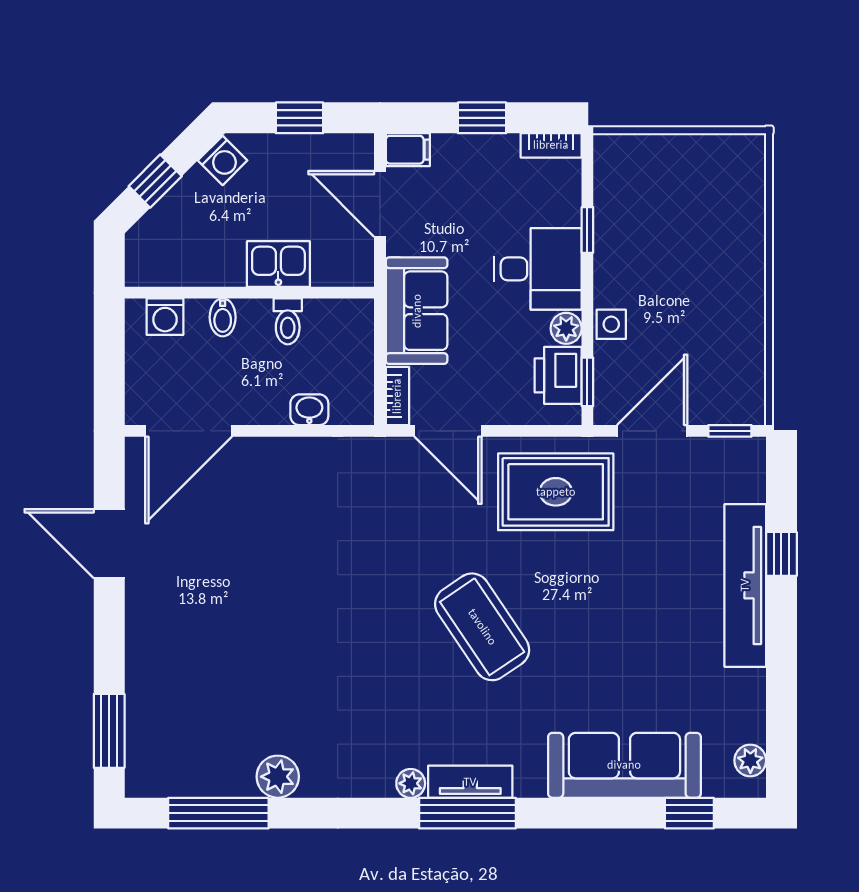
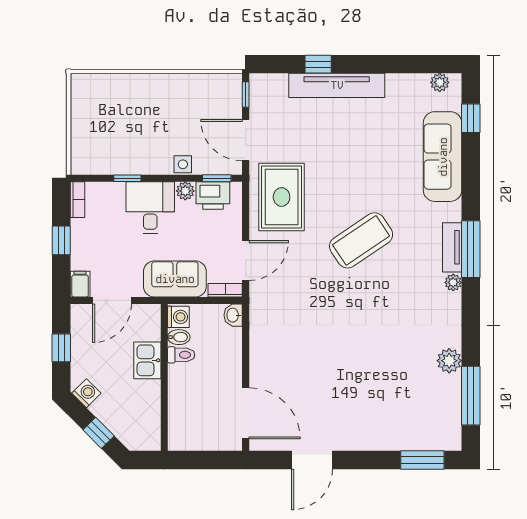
washing machine: (165, 317) -> (178, 317), moved
bidet: (223, 317) -> (179, 337), moved
washbasin: (309, 410) -> (233, 315), moved

